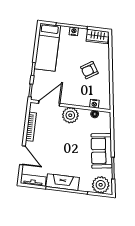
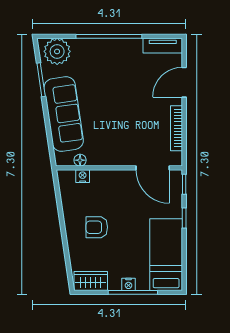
armchair: (89, 70) -> (97, 227), turned -148
door: (49, 103) -> (153, 168), hinge flipped
plant: (70, 115) -> (118, 154), removed
sofa: (102, 151) -> (64, 114), width x1.36
door: (23, 155) -> (184, 82), hinge flipped
fireplace: (63, 182) -> (117, 48), removed

